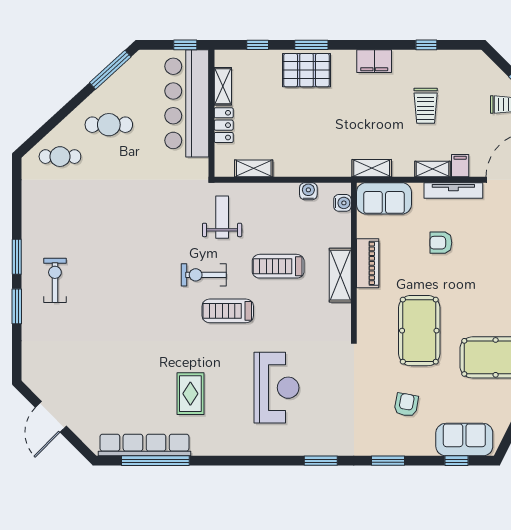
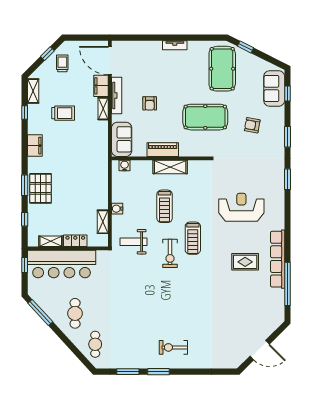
filing cabinet: (460, 166) -> (101, 86), width x2.00
shelving: (372, 168) -> (33, 91), moved
water cooler: (308, 191) -> (117, 209), moved
window: (17, 306) -> (128, 372), moved
row of seats: (144, 445) -> (278, 259), moved

